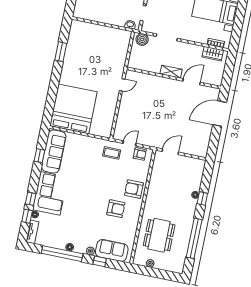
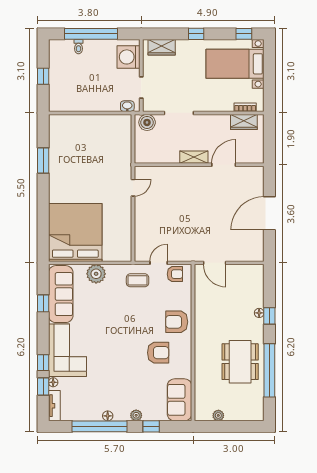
door: (220, 114) -> (269, 213), moved
plant: (82, 142) -> (96, 274), added
door: (170, 152) -> (215, 263), swing flipped
dining table: (159, 235) -> (240, 362), moved
sofa: (112, 250) -> (179, 400), moved, turned -90

